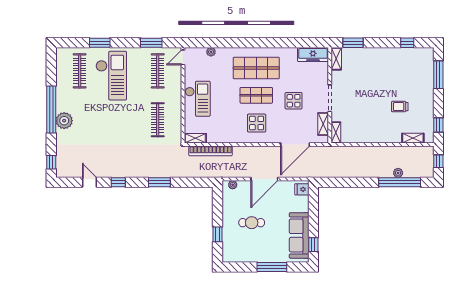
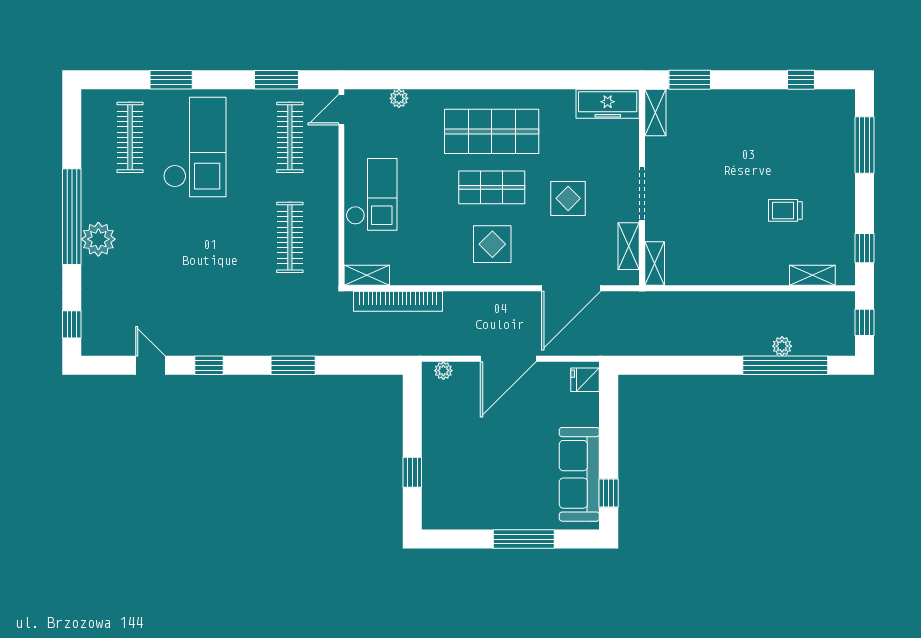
cafe table: (252, 223) -> (482, 448), removed

